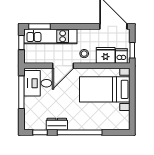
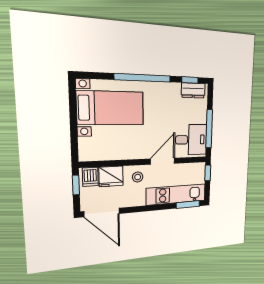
window: (21, 43) -> (208, 173), moved
bed with nightstands: (105, 89) -> (111, 108), moved
dresser: (57, 124) -> (193, 91), moved

